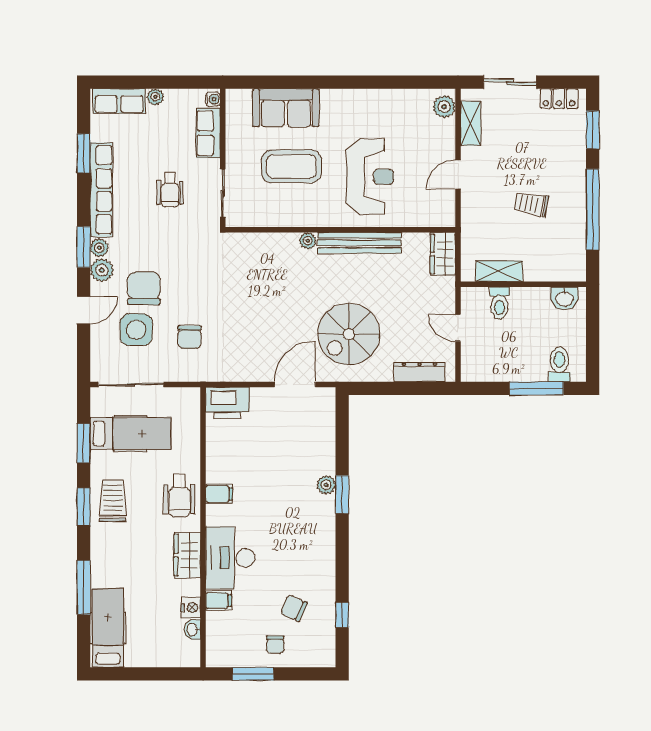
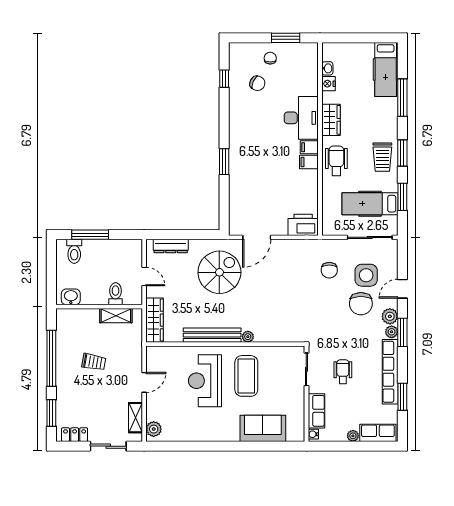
coffee table: (291, 166) -> (246, 376), moved, turned 90
wardrobe: (443, 254) -> (155, 320), width x1.50
chair: (190, 337) -> (329, 270), turned 180
plant: (326, 485) -> (235, 168), removed
filing cabinet: (219, 601) -> (309, 147), moved

